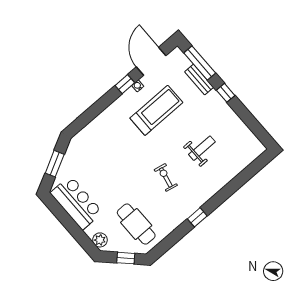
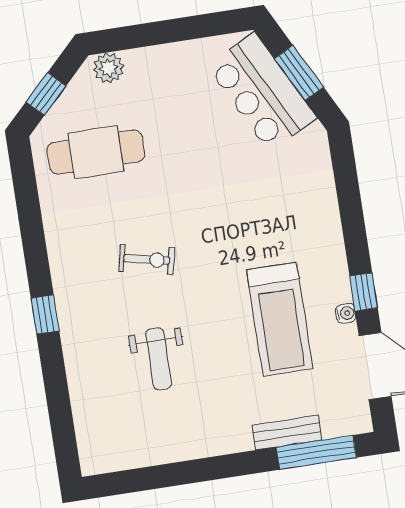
window: (226, 93) -> (232, 465), removed
bar counter: (76, 203) -> (262, 92), moved, turned 63
window: (197, 217) -> (45, 315), moved

